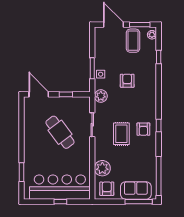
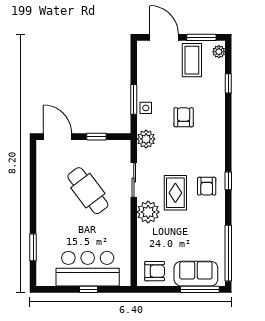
plant: (102, 168) -> (148, 212), moved
bar counter: (60, 187) -> (88, 269), width x0.73
armchair: (107, 189) -> (155, 271), turned 90

